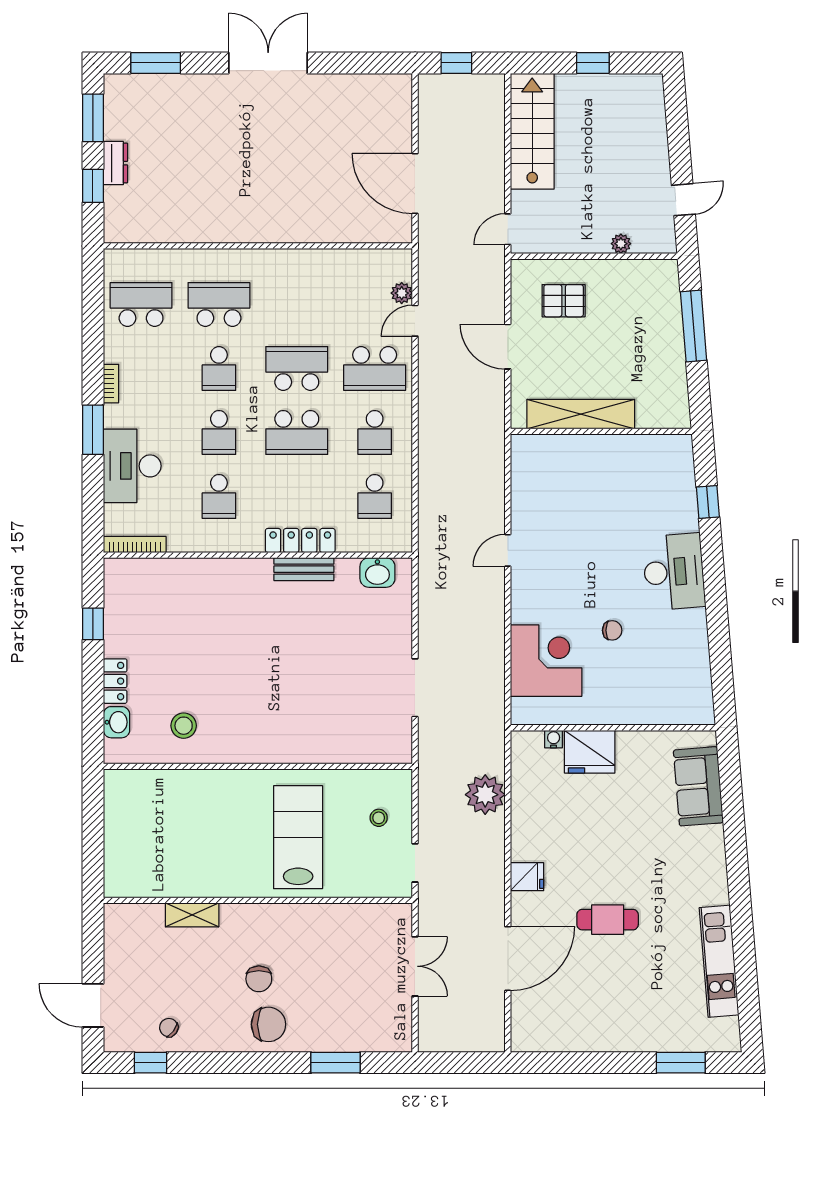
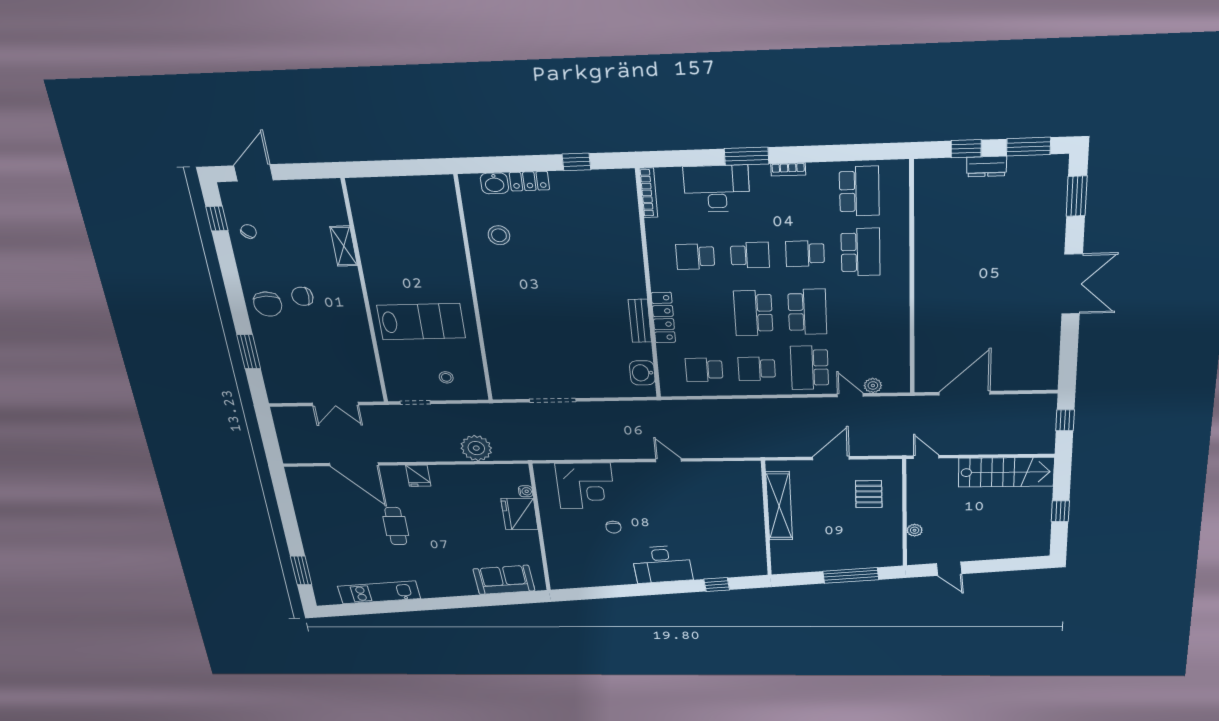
school desk: (219, 432) -> (750, 255), turned 180

